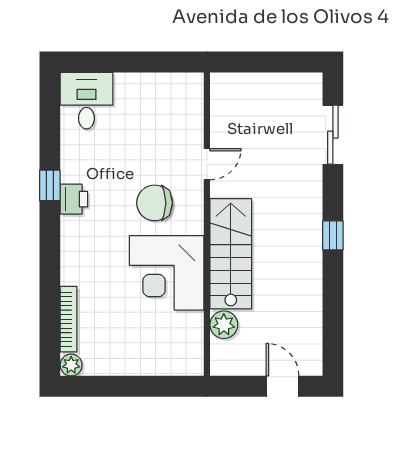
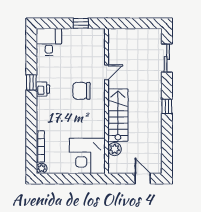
window: (153, 62) -> (81, 23), added
corner desk: (167, 273) -> (87, 156), moved

